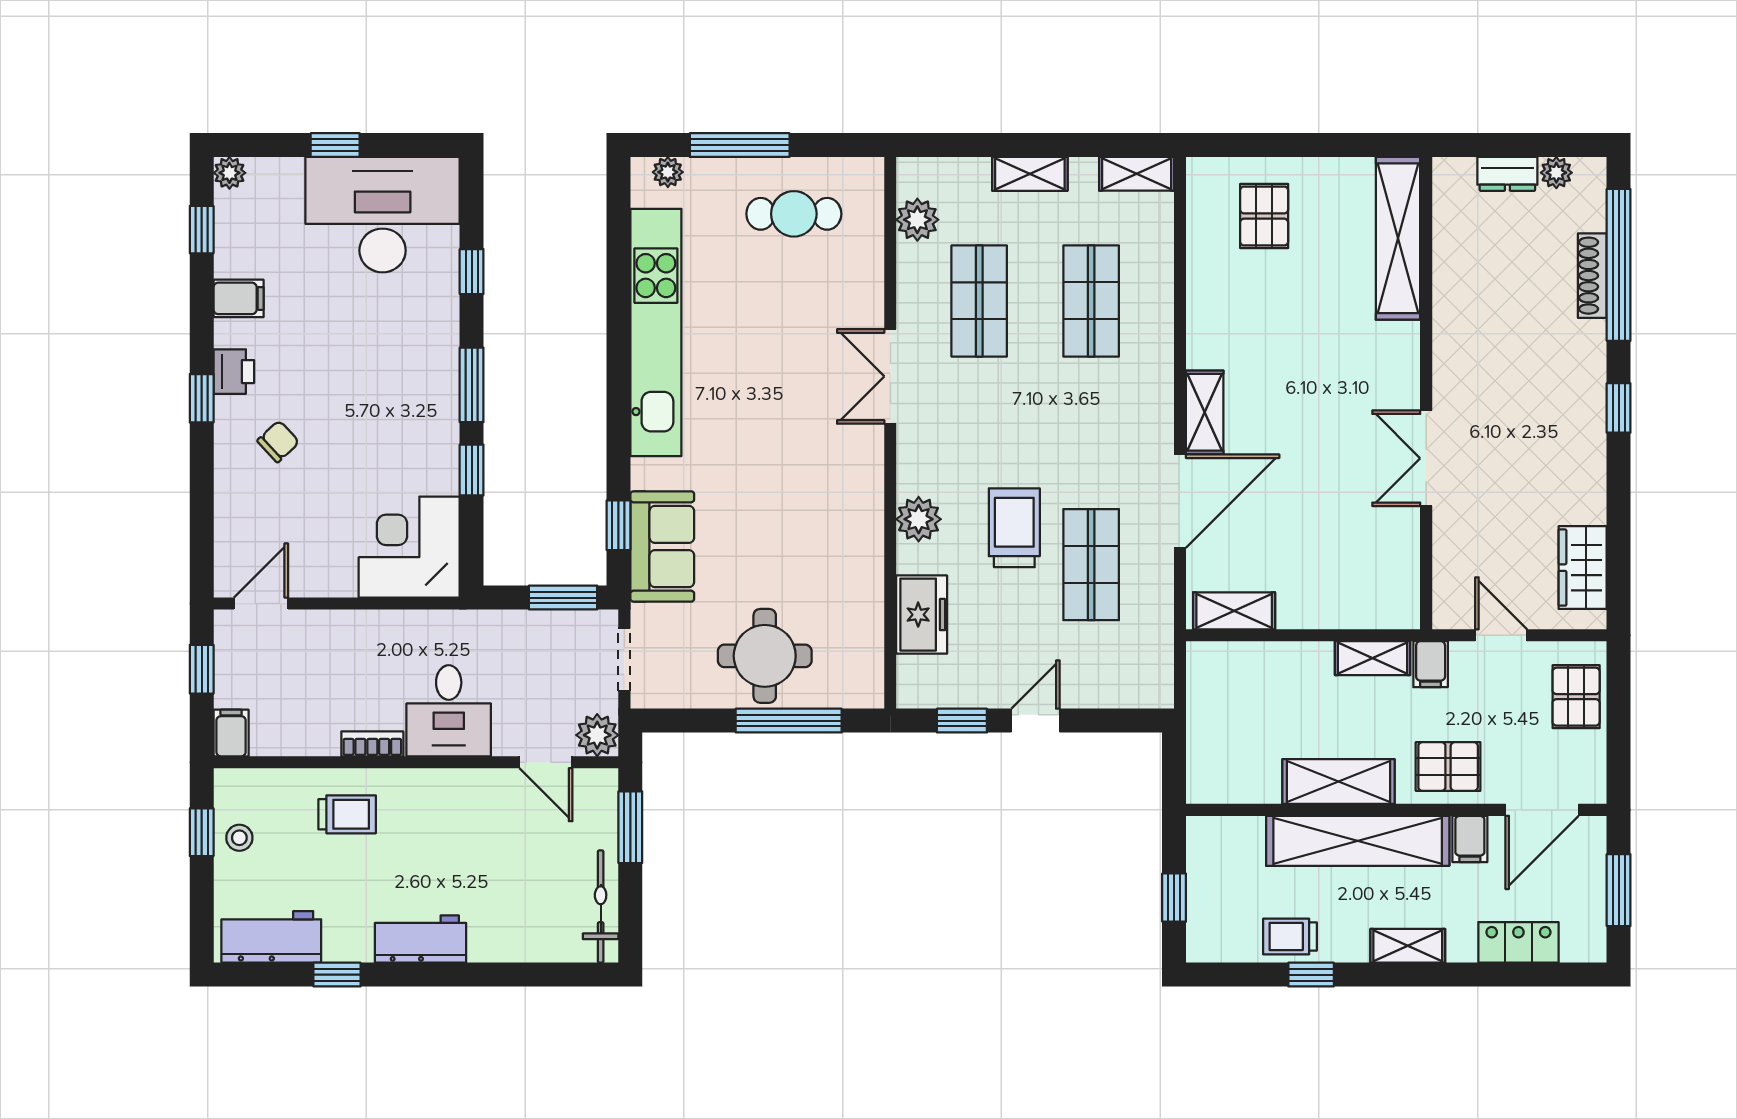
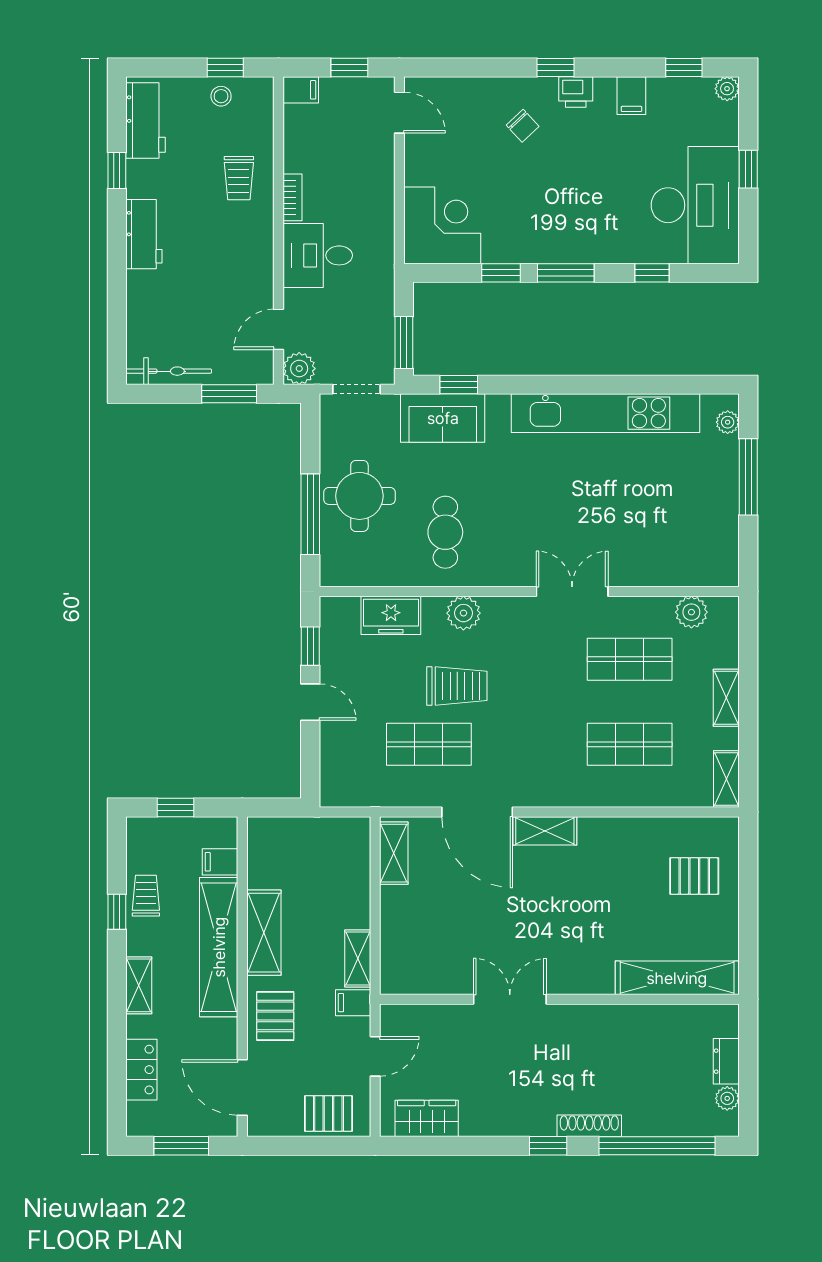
cafe table: (794, 214) -> (445, 532), moved
shoe rack: (1592, 276) -> (589, 1126), moved
filing cabinet: (1470, 839) -> (220, 862), moved

